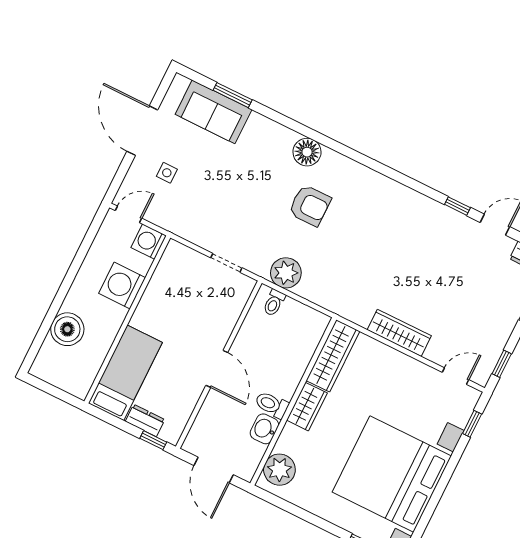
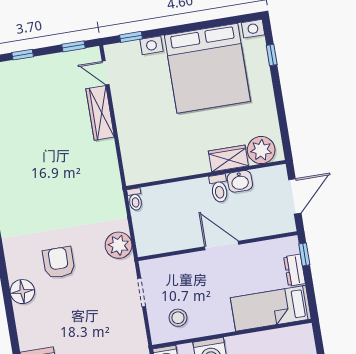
stool: (179, 280) -> (178, 318), added
toilet: (274, 303) -> (135, 199), moved, turned 90
wardrobe: (399, 333) -> (100, 113), moved
wardrobe: (333, 356) -> (153, 170), removed
door: (217, 369) -> (222, 245), hinge flipped
wardrobe: (307, 407) -> (228, 158), moved

